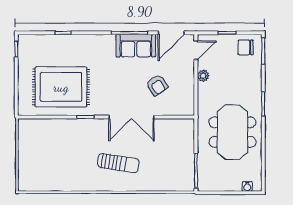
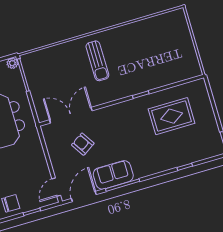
plant: (203, 76) -> (12, 63), moved
rug: (61, 87) -> (172, 116), width x0.73, depth x0.69
double door: (131, 117) -> (71, 115), moved
sun lounger: (118, 163) -> (97, 61), turned -99

